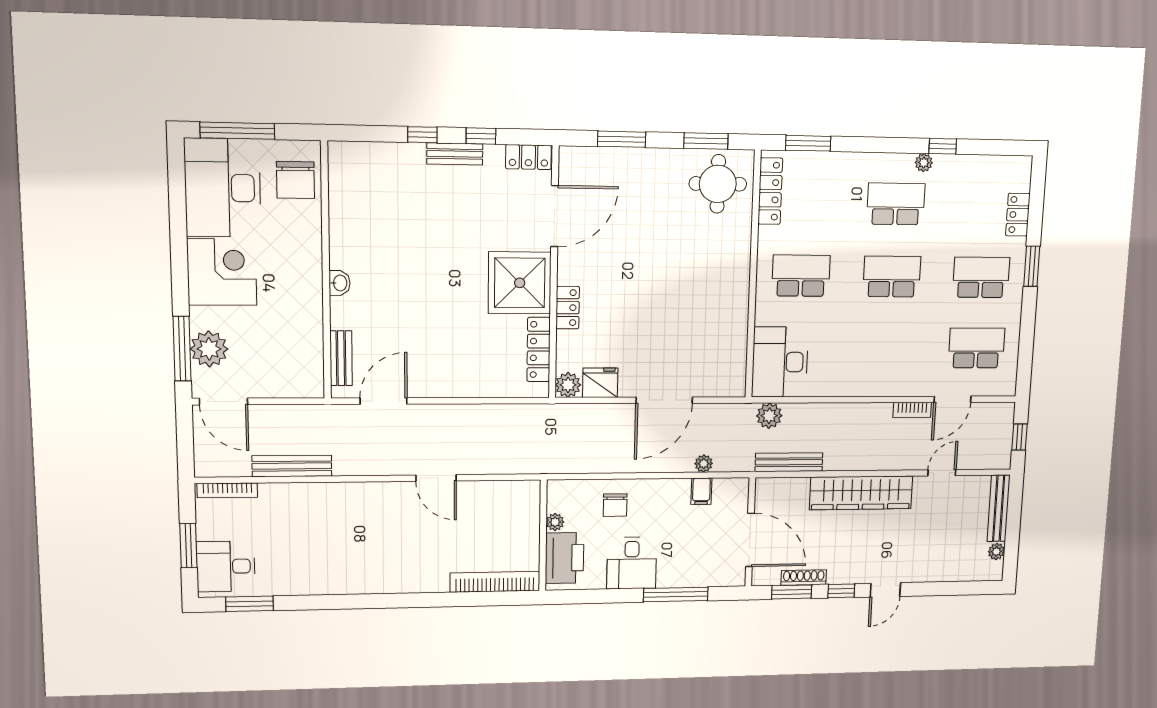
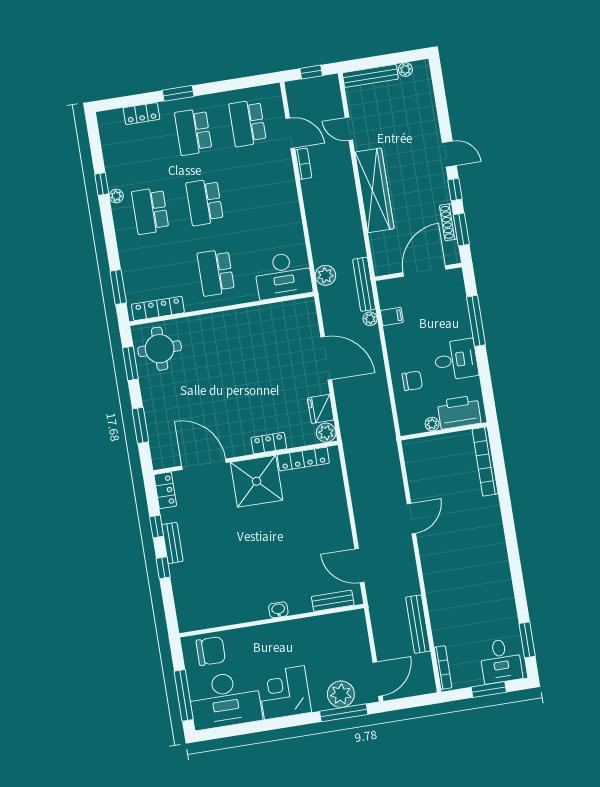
bench: (789, 462) -> (364, 284), moved

